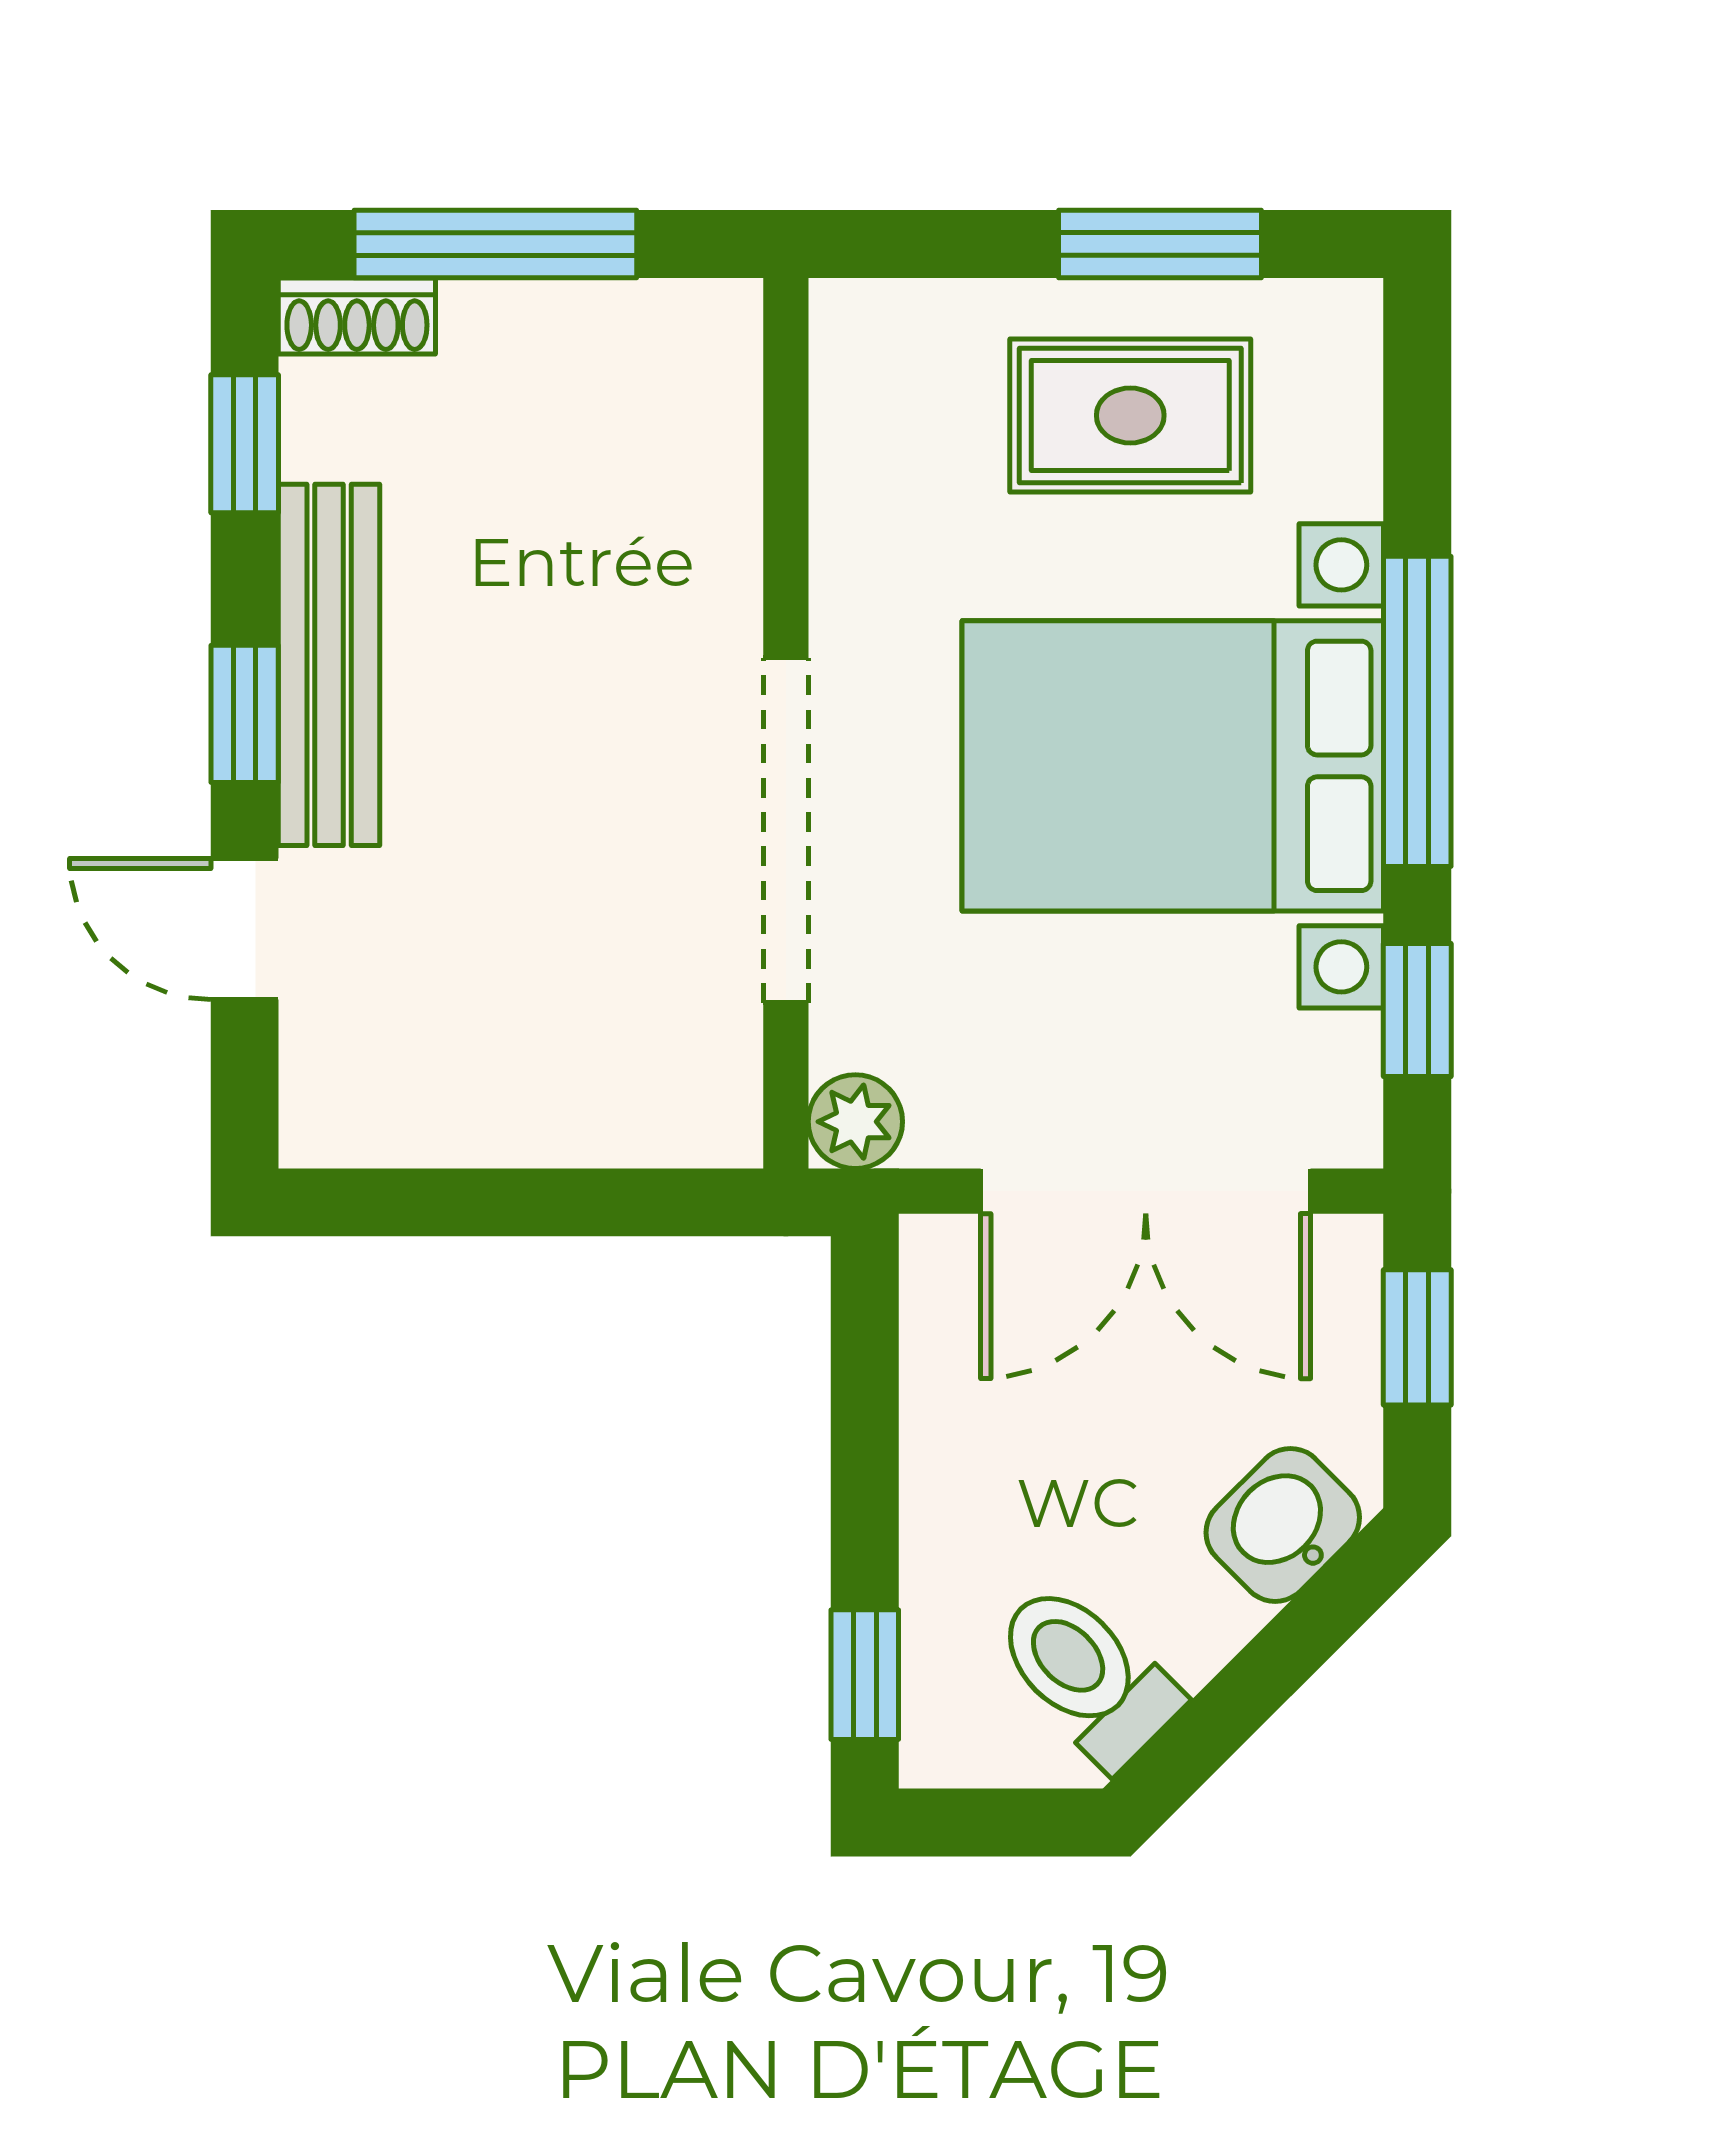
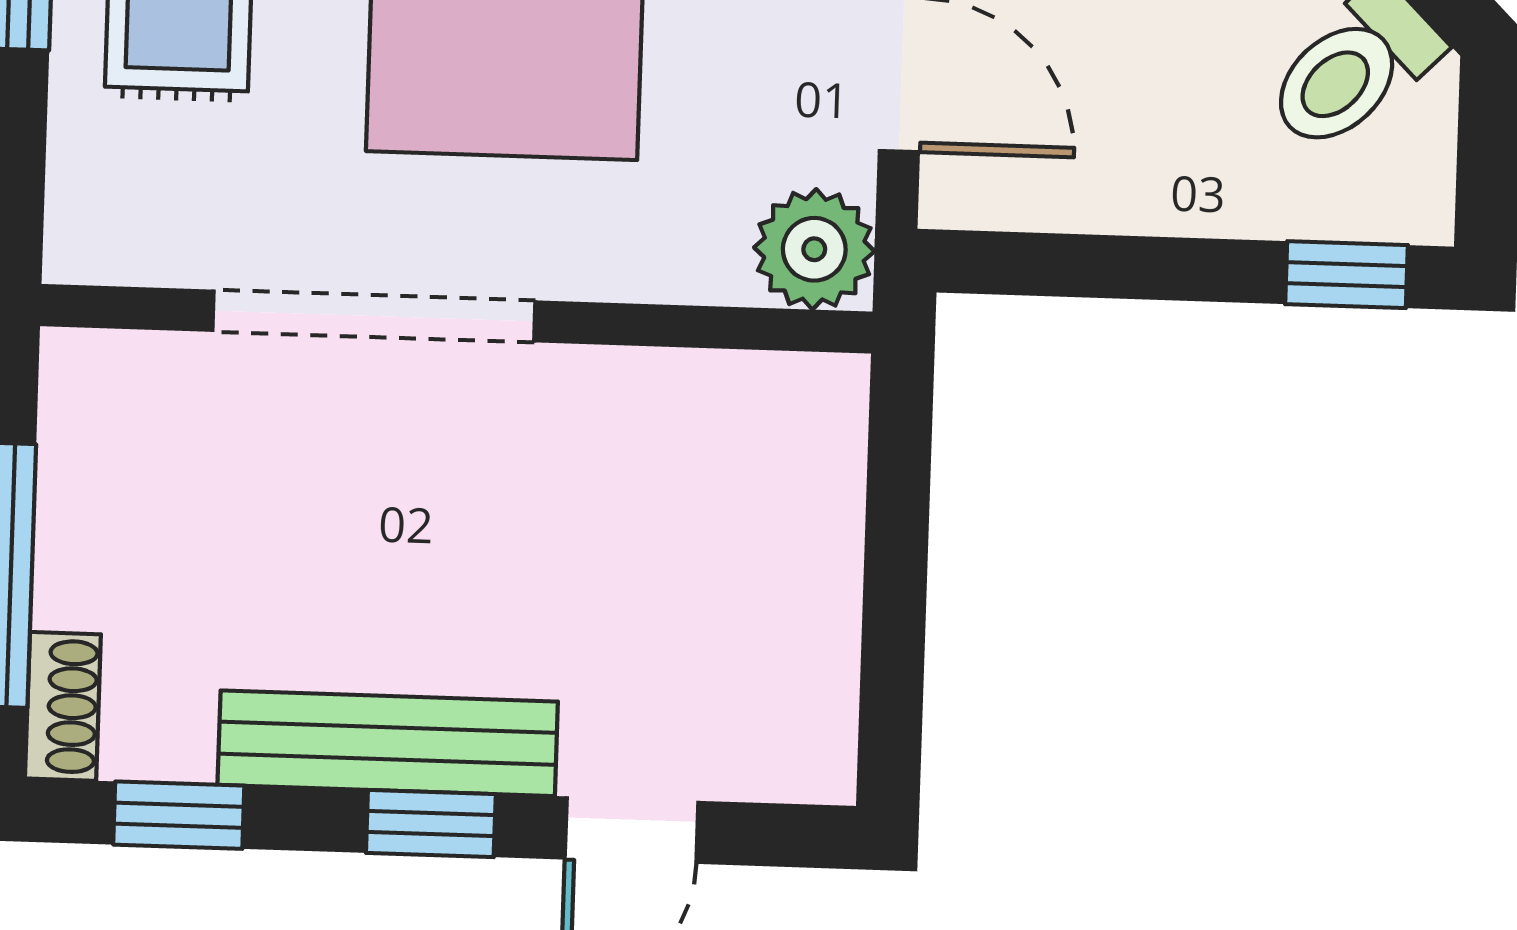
doorway: (786, 830) -> (374, 316), moved
plant: (855, 1122) -> (814, 249), width x1.38, depth x1.38

